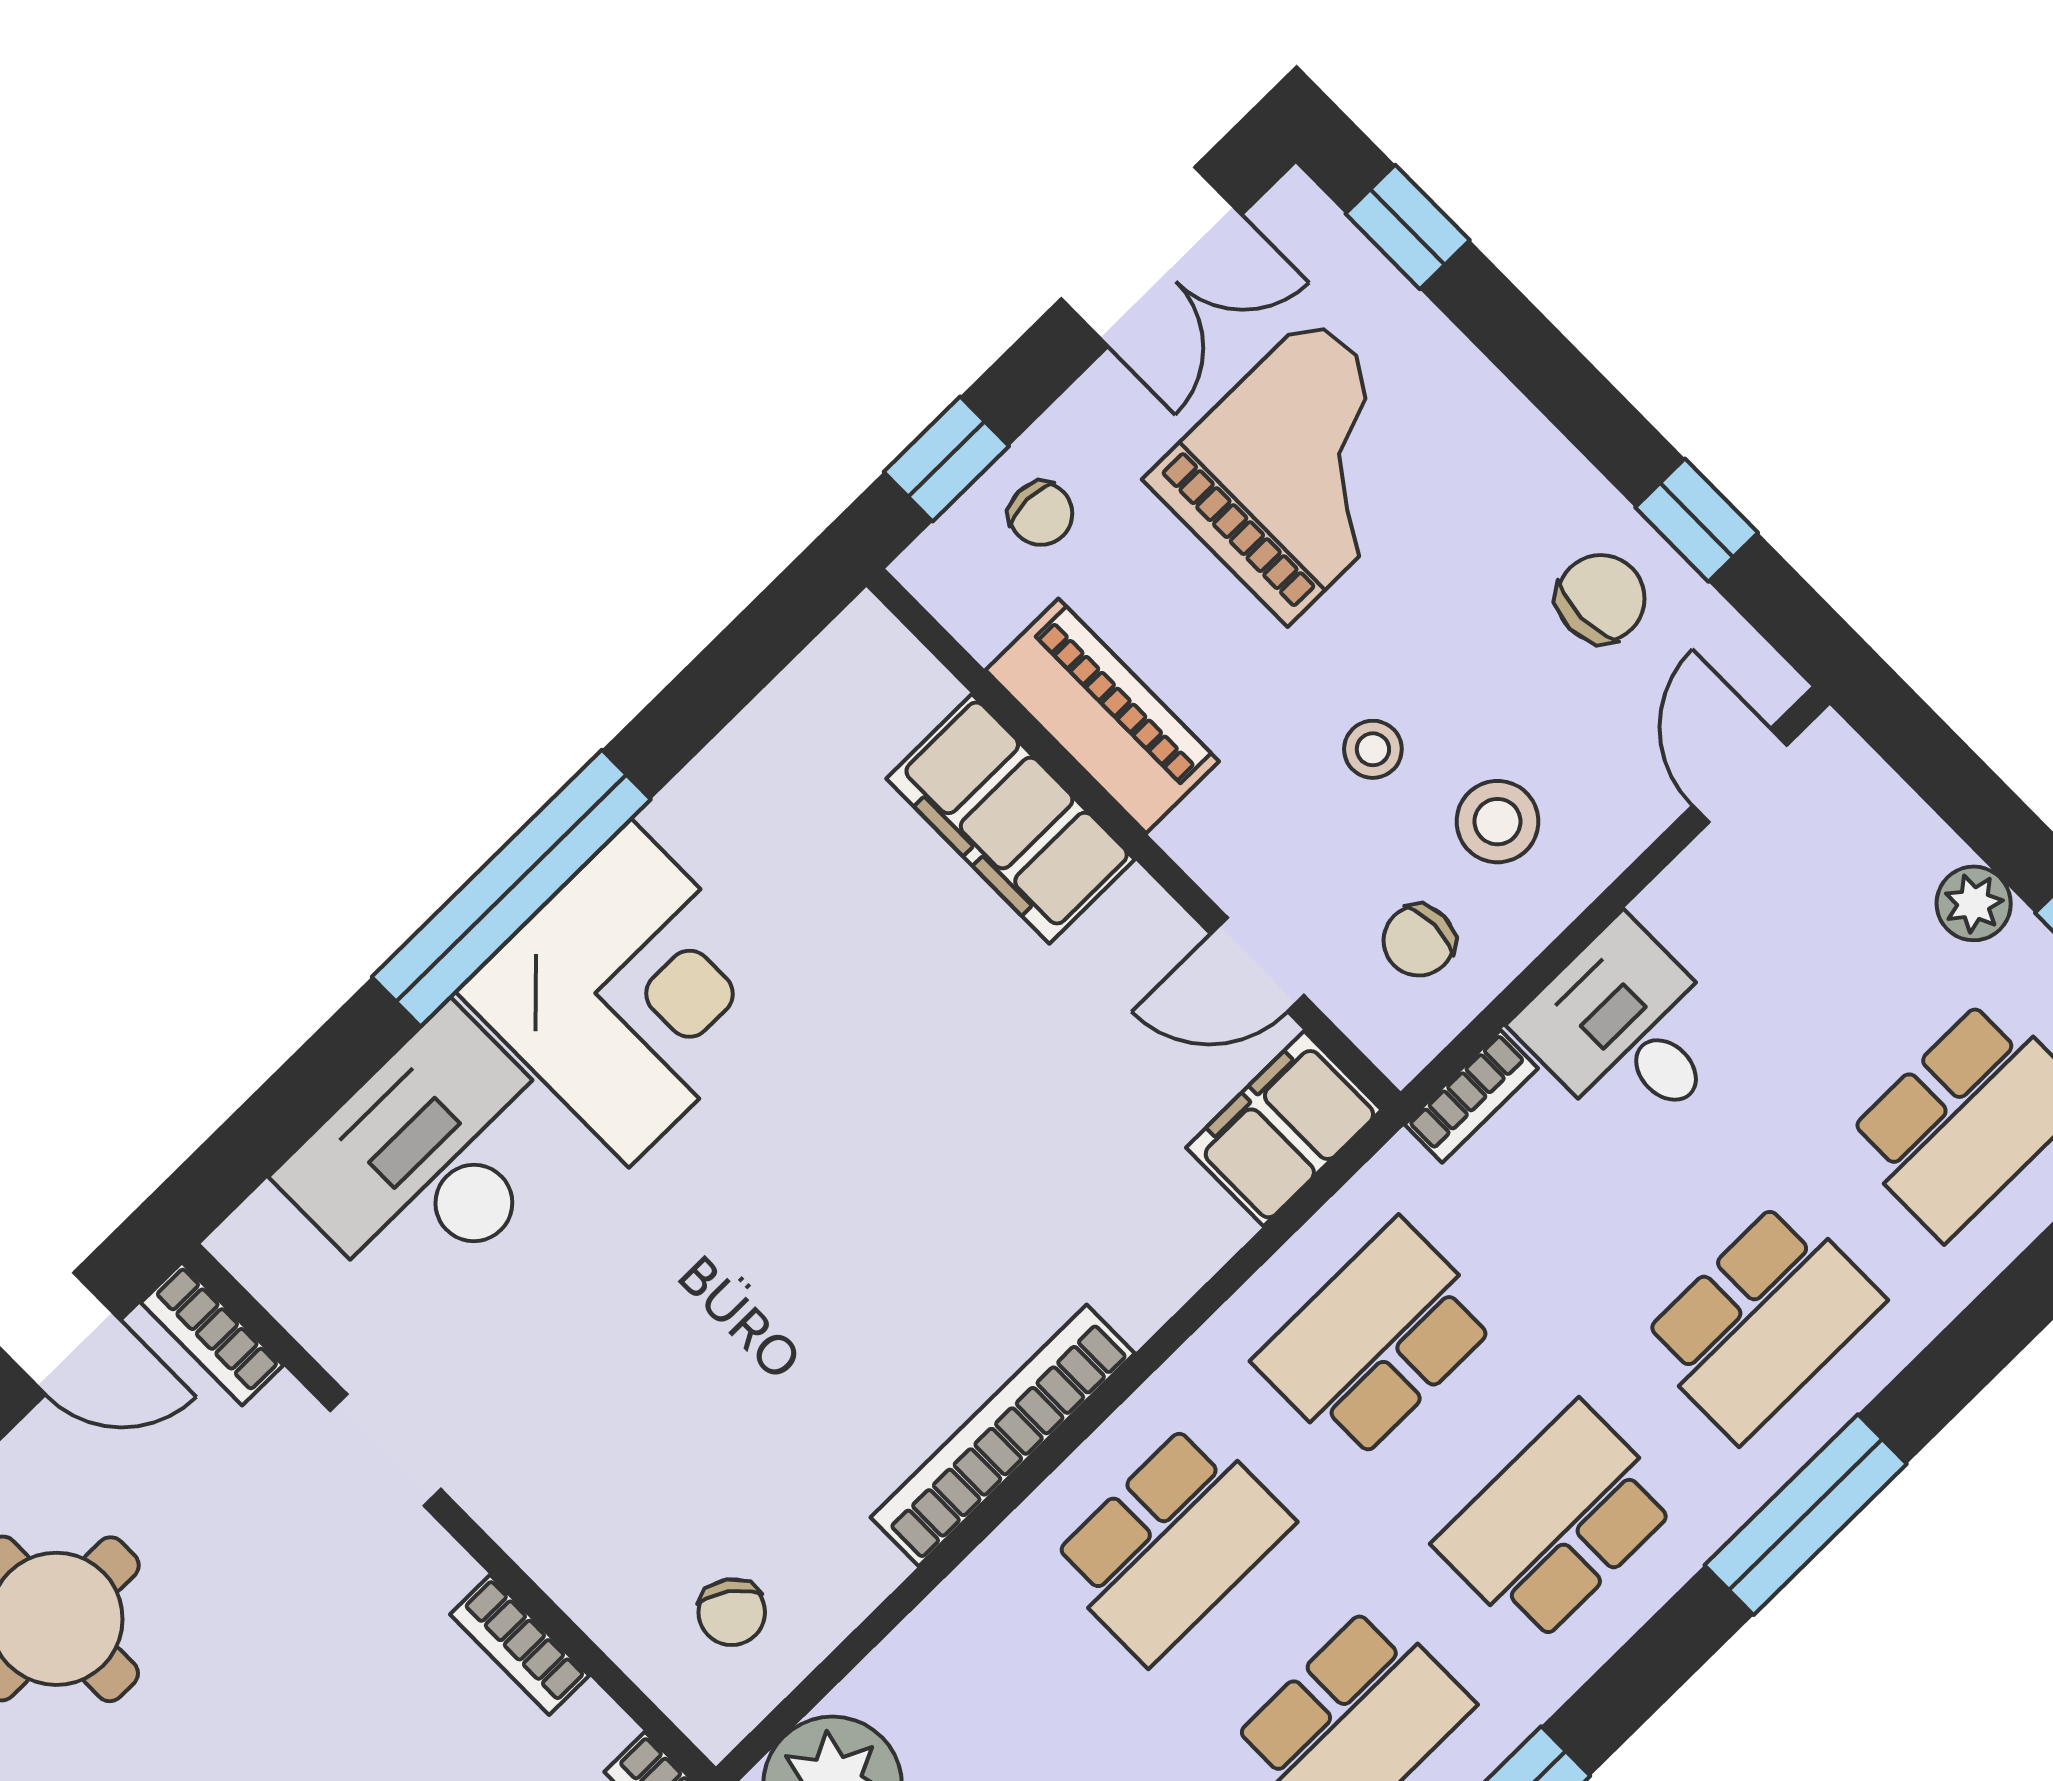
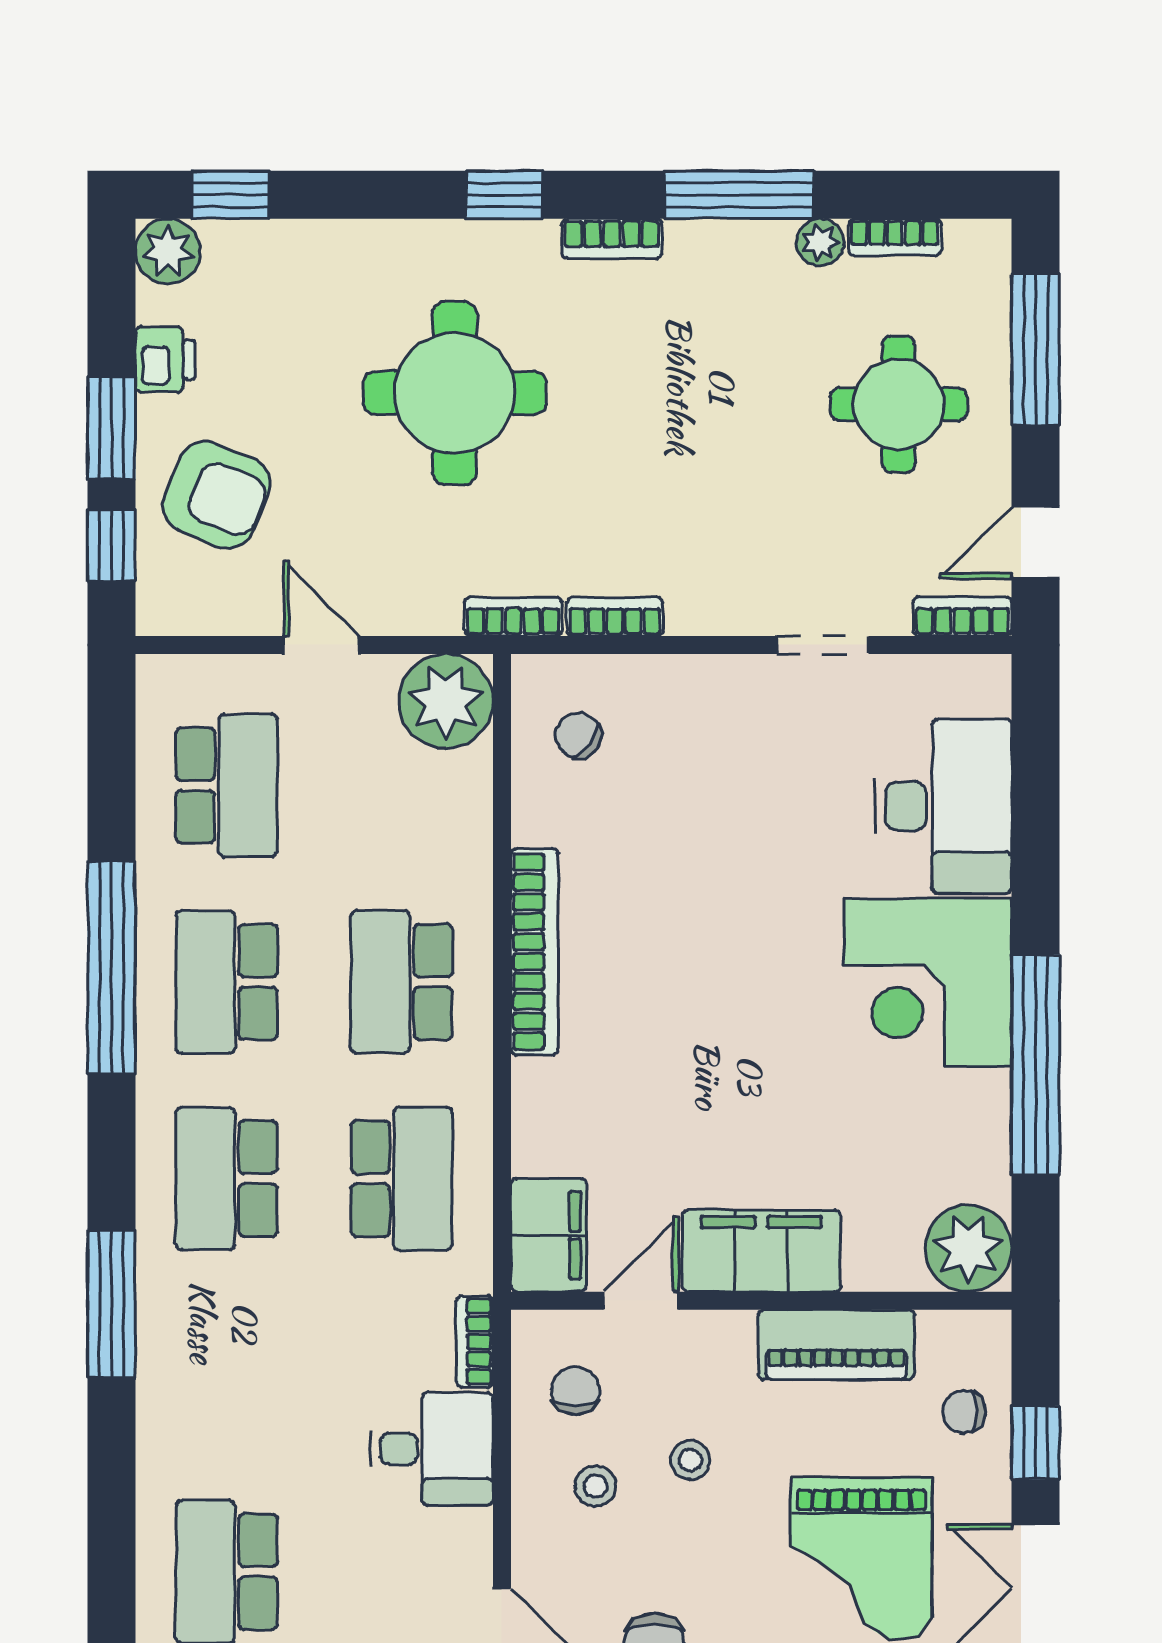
window: (946, 459) -> (1036, 1443), moved
plant: (866, 677) -> (968, 1248), added
filing cabinet: (1011, 819) -> (761, 1251), moved
stool: (1497, 822) -> (596, 1486), width x0.73, depth x0.73
window: (511, 888) -> (1036, 1065), moved
school desk: (1762, 1321) -> (227, 1375), removed
school desk: (1556, 1523) -> (227, 1179), turned 180
bookcase: (520, 1645) -> (615, 617), moved

